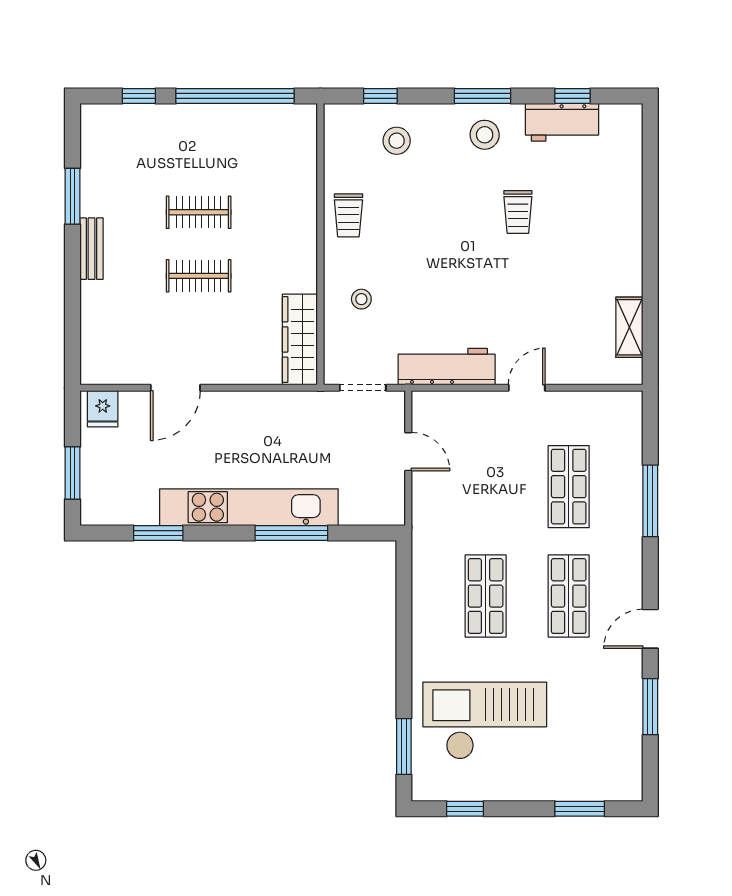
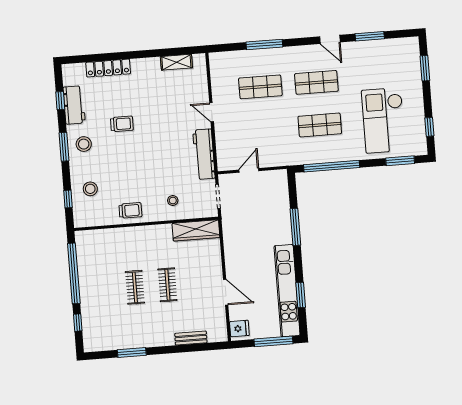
locker: (628, 194) -> (108, 68), added
bench: (92, 249) -> (191, 338), moved
window: (72, 473) -> (273, 341), width x1.44
kitchen unit: (249, 507) -> (287, 291), moved
window: (404, 613) -> (332, 166), added

